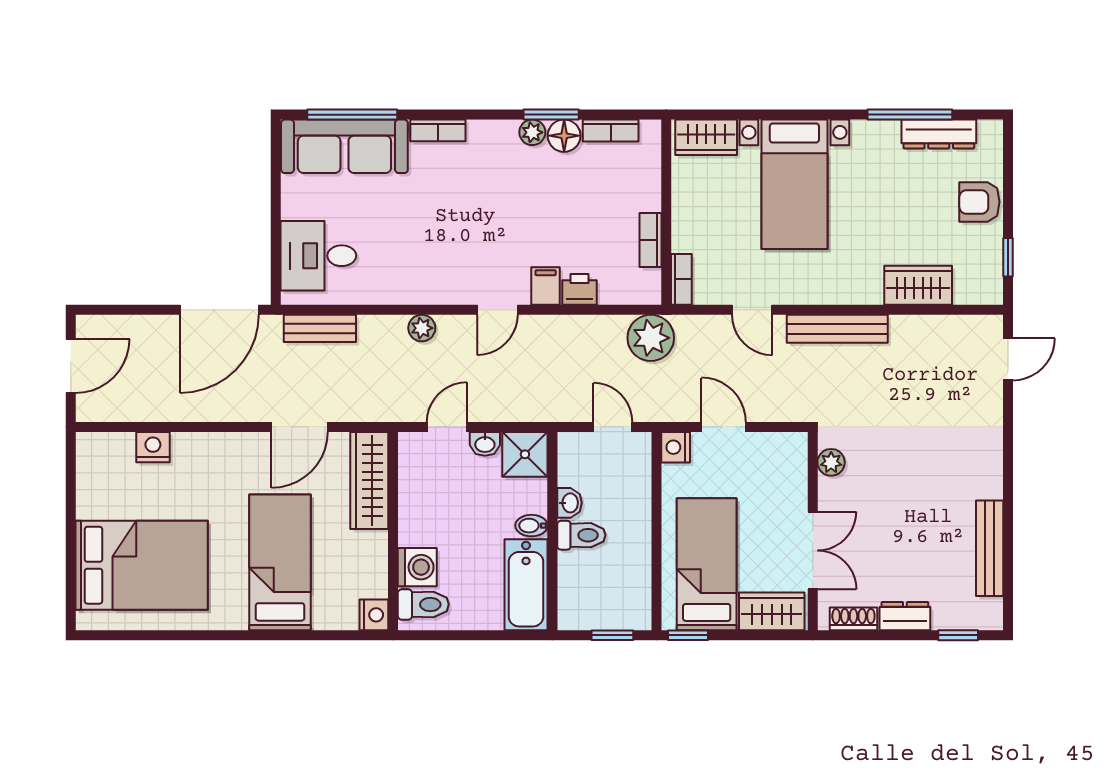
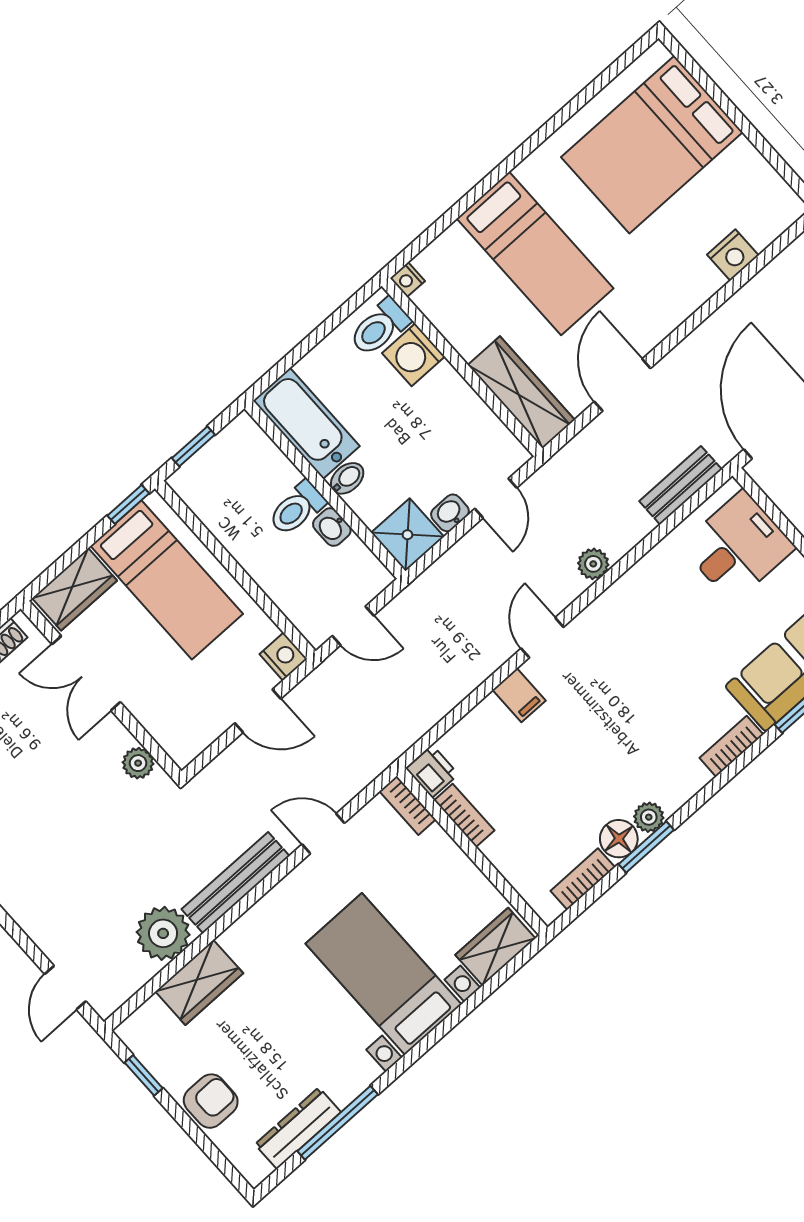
printer: (579, 289) -> (432, 771), moved, turned -90
plant: (651, 338) -> (163, 933), moved
nightstand: (374, 615) -> (407, 280), width x0.72, depth x0.74

